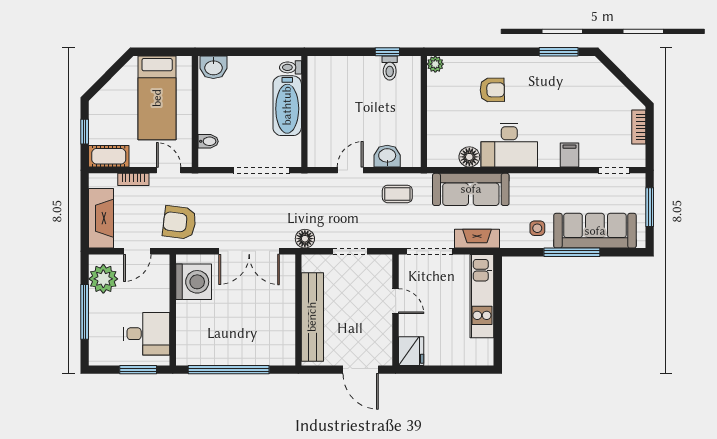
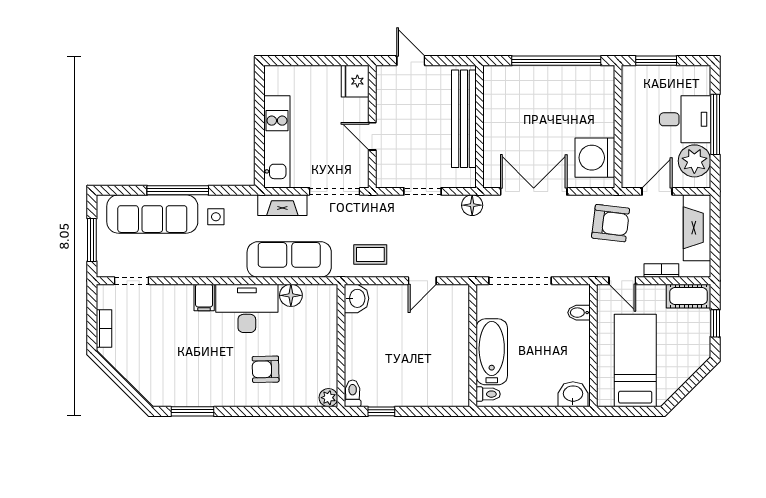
toilet: (390, 68) -> (353, 393), moved
filing cabinet: (569, 155) -> (204, 297), moved
washbasin: (387, 156) -> (356, 298), moved, turned -90
desk: (147, 334) -> (685, 119), moved, turned 180
door: (361, 370) -> (411, 61), width x0.73

